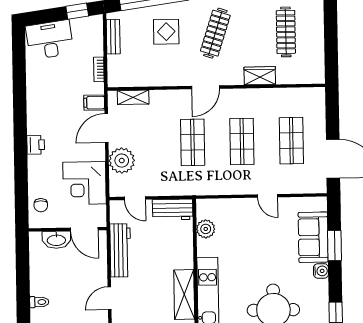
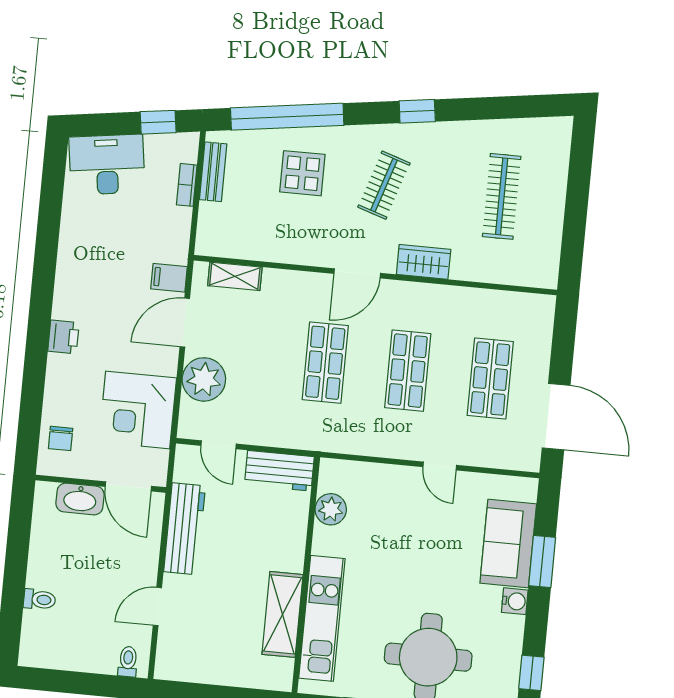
clothes rail: (215, 33) -> (384, 185), width x0.73
bookcase: (99, 69) -> (187, 185), moved
wardrobe: (260, 76) -> (424, 262), moved

